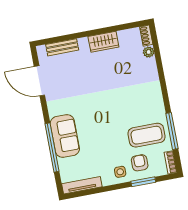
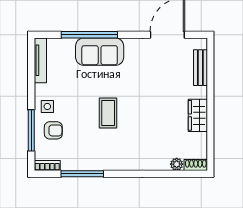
coffee table: (147, 135) -> (108, 113), moved, width x0.73, depth x0.76
window: (143, 182) -> (31, 130), width x1.44

